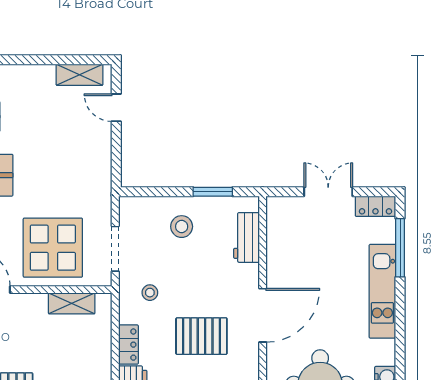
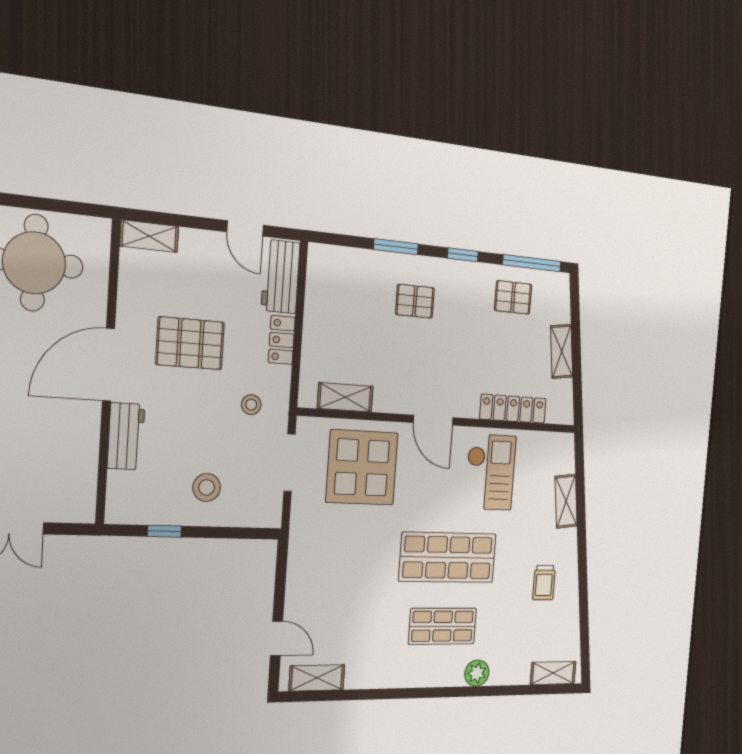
window: (213, 192) -> (164, 531), width x0.67
workbench: (246, 237) -> (126, 436), moved

